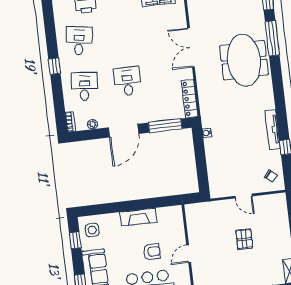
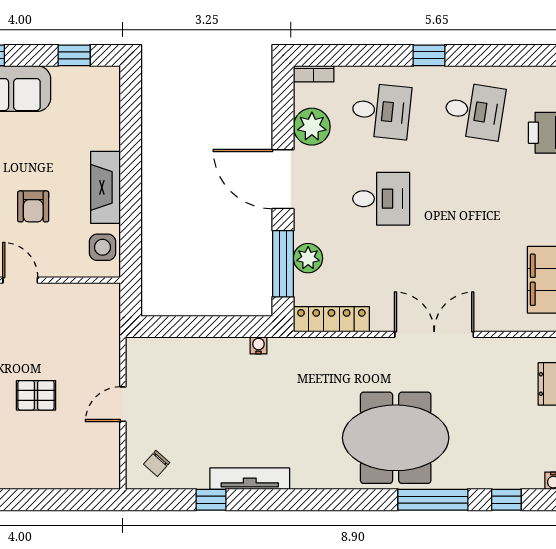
plant: (161, 114) -> (308, 258), added
plant: (93, 124) -> (312, 127), width x1.88, depth x1.88
side table: (92, 230) -> (103, 247), moved

